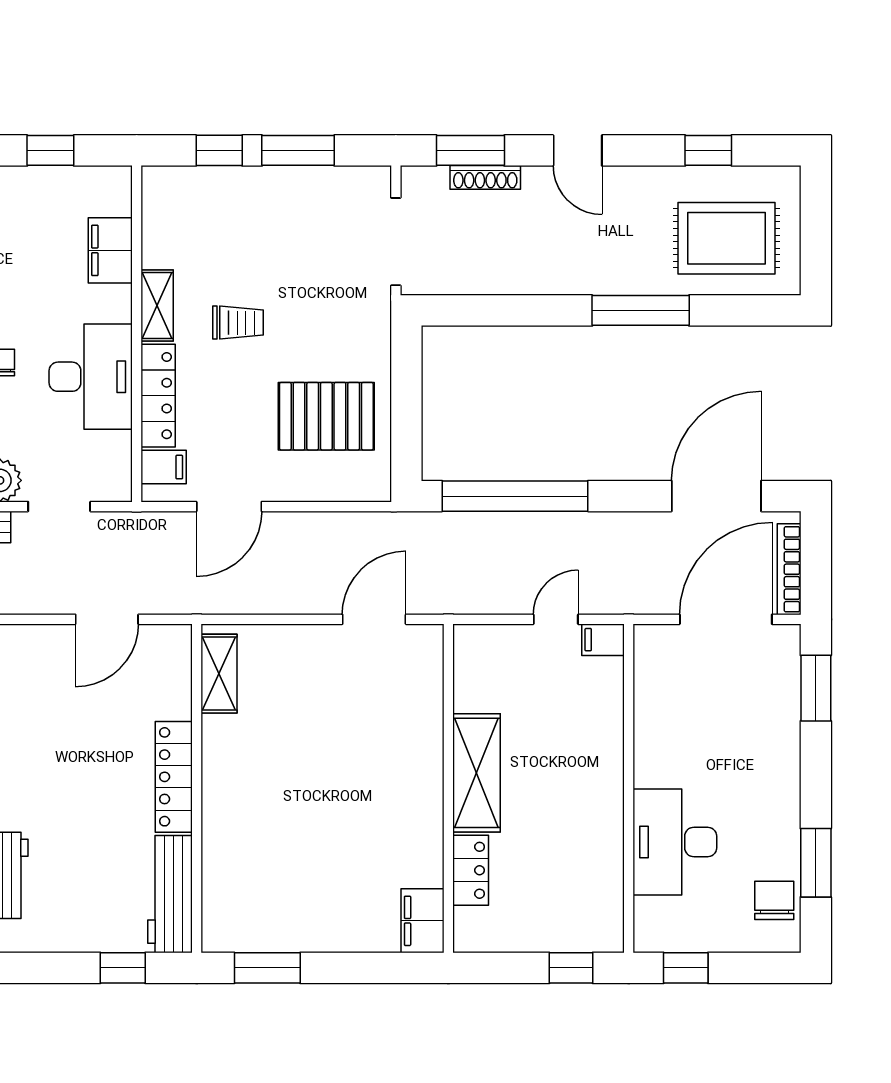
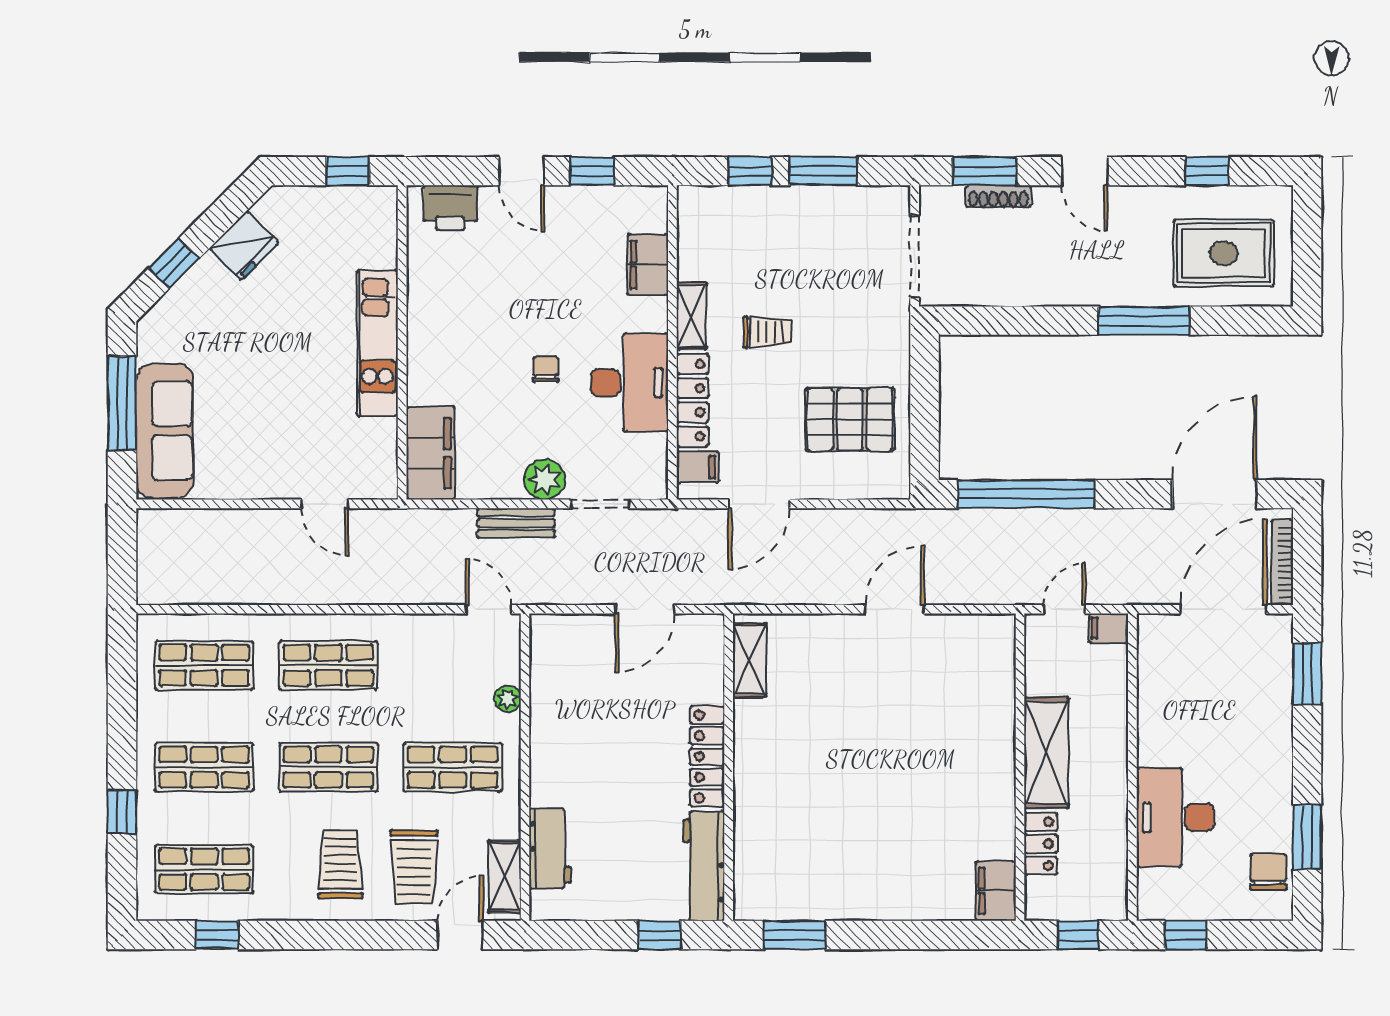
shelving: (477, 773) -> (1046, 753), moved
wall: (448, 788) -> (1020, 767), moved
locker: (471, 870) -> (1041, 844), moved
filing cabinet: (422, 921) -> (996, 891), moved

